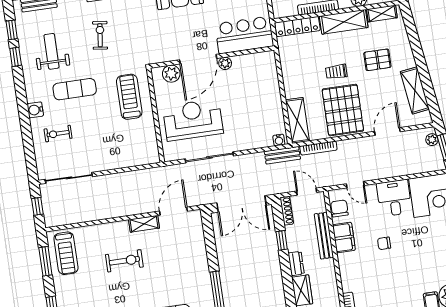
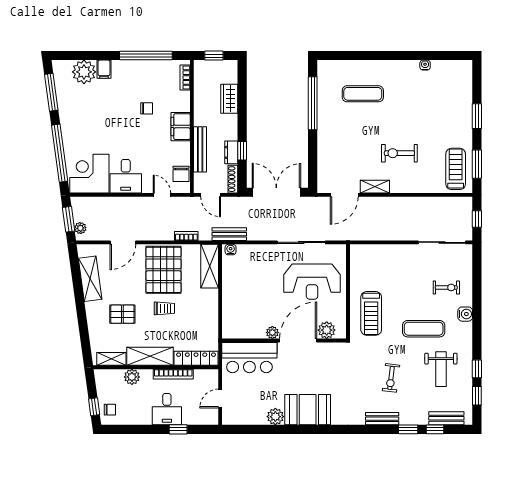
bookcase: (318, 148) -> (186, 236), width x0.64
filing cabinet: (344, 238) -> (181, 127), moved
chair: (384, 243) -> (147, 108), moved
dresser: (296, 263) -> (231, 152), moved

